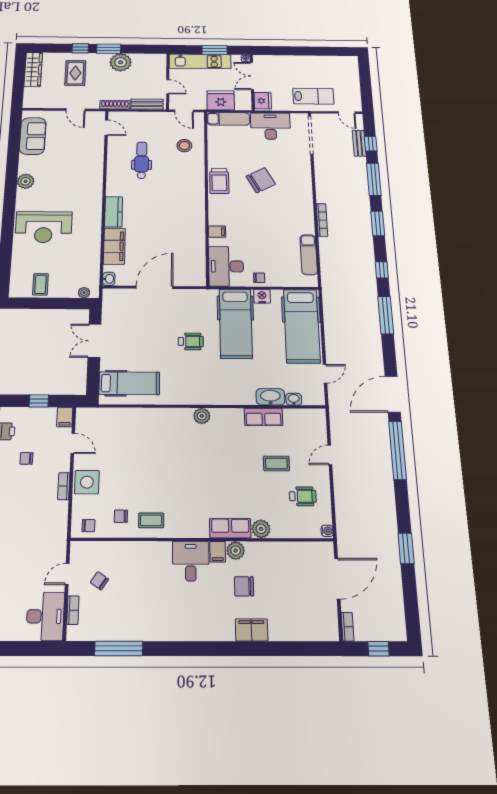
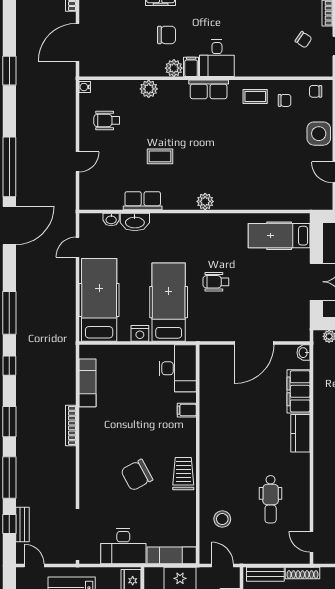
chair: (259, 278) -> (142, 355), removed
coffee table: (276, 463) -> (160, 156), moved
row of seats: (230, 528) -> (209, 89), moved

